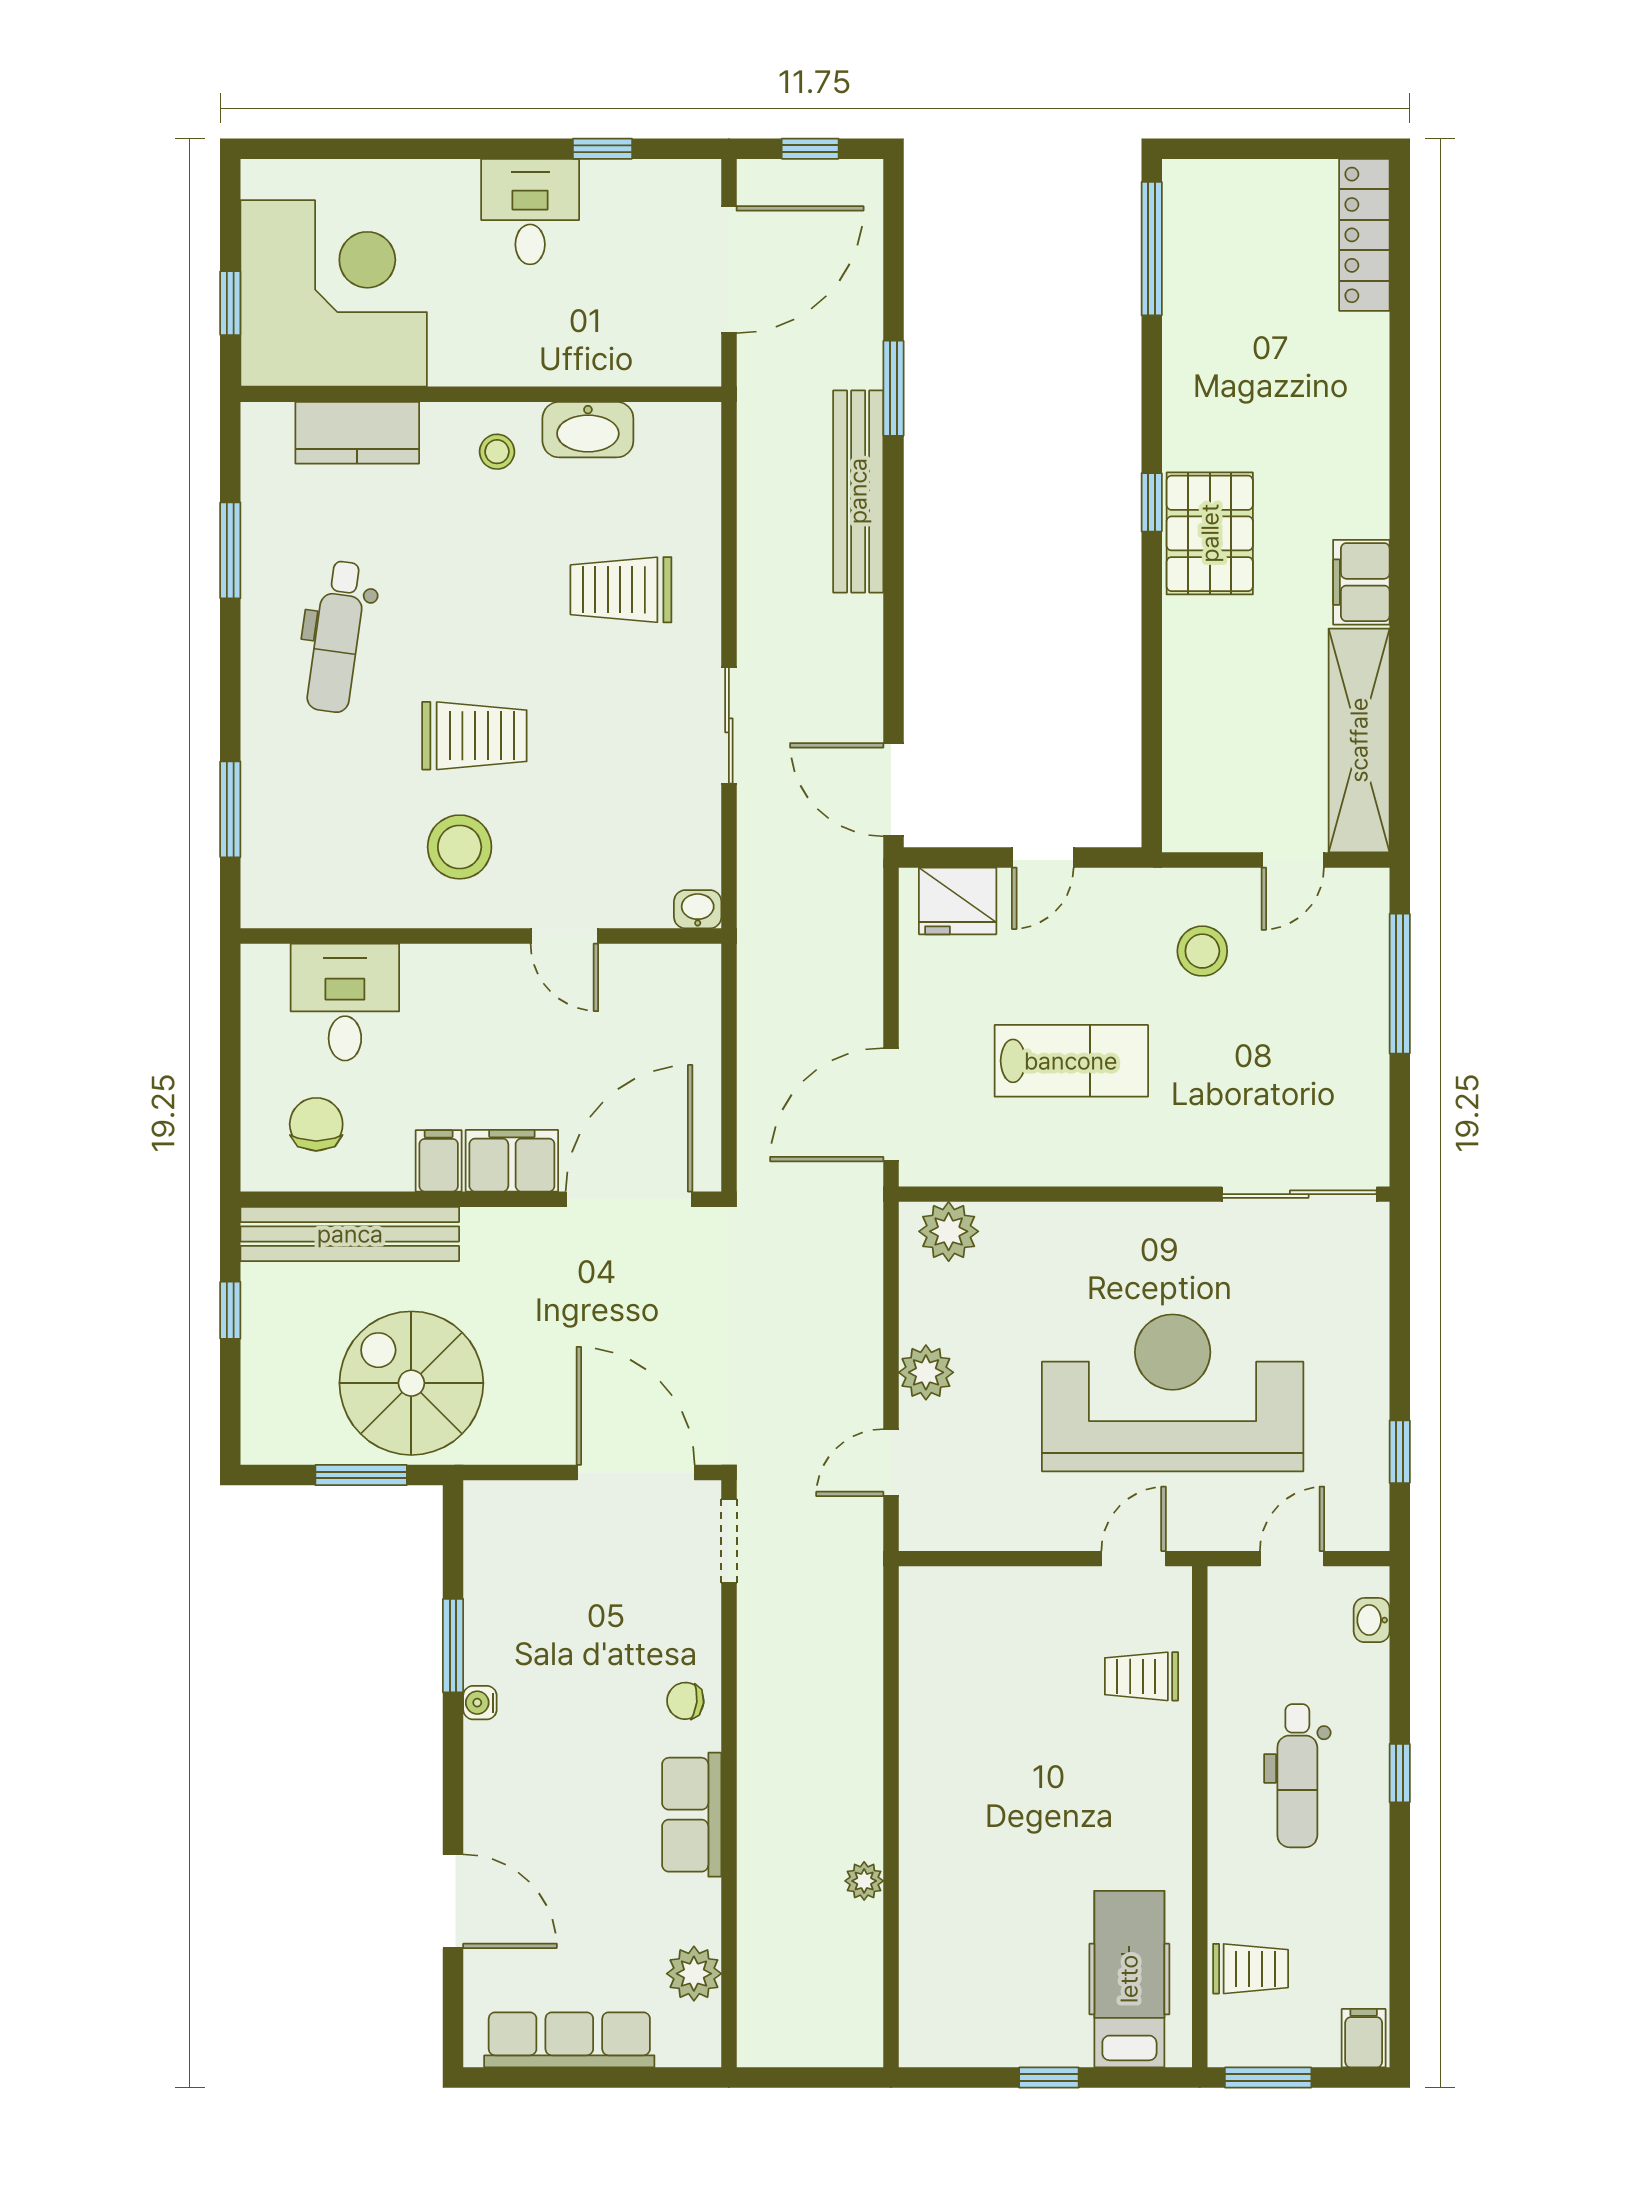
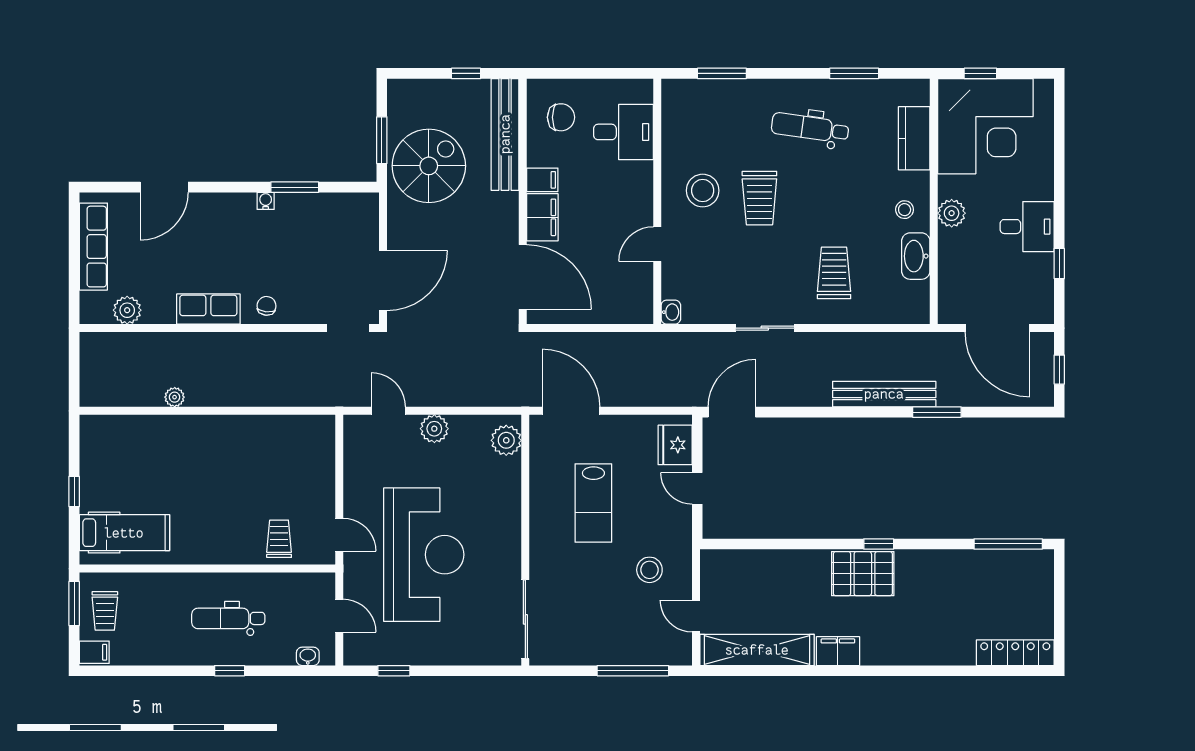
plant: (504, 360) -> (952, 213), added
trolley: (1251, 1969) -> (105, 611), moved

